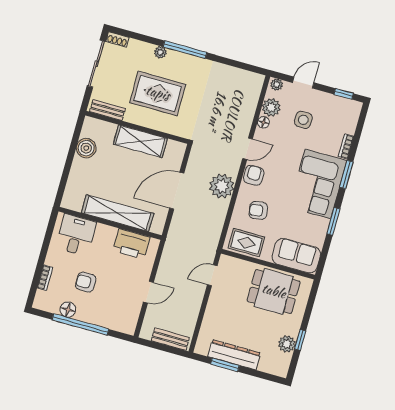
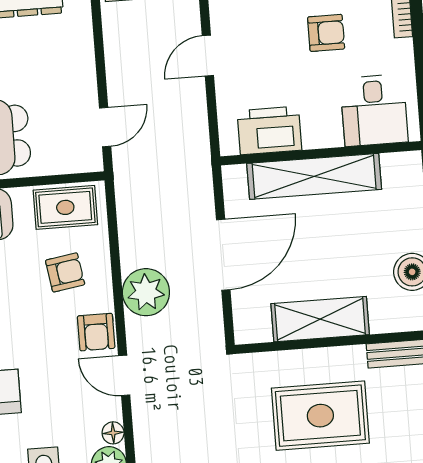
door: (248, 149) -> (124, 375), hinge flipped

